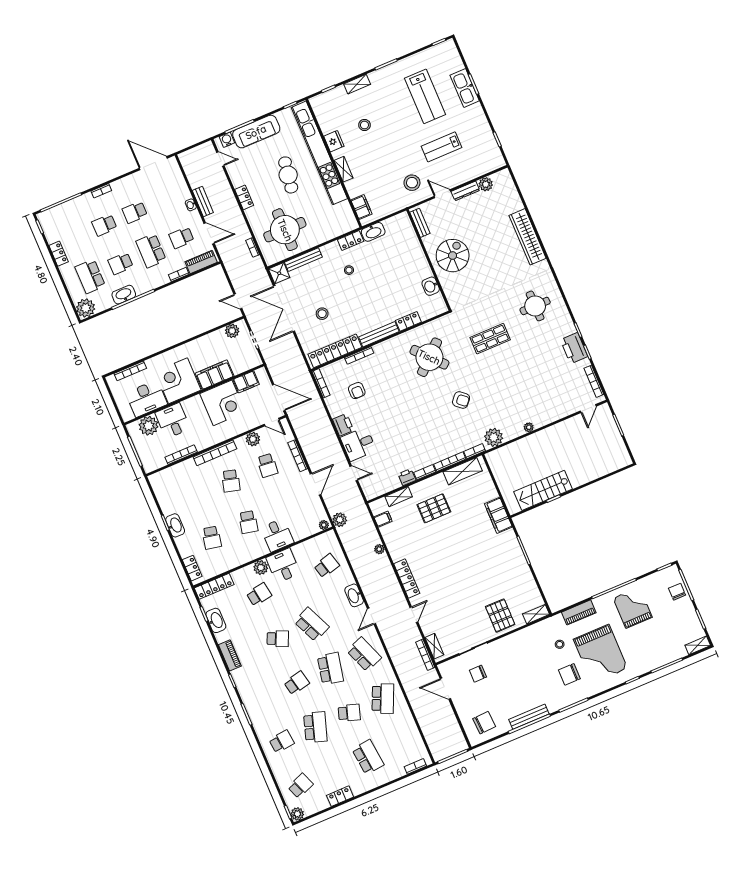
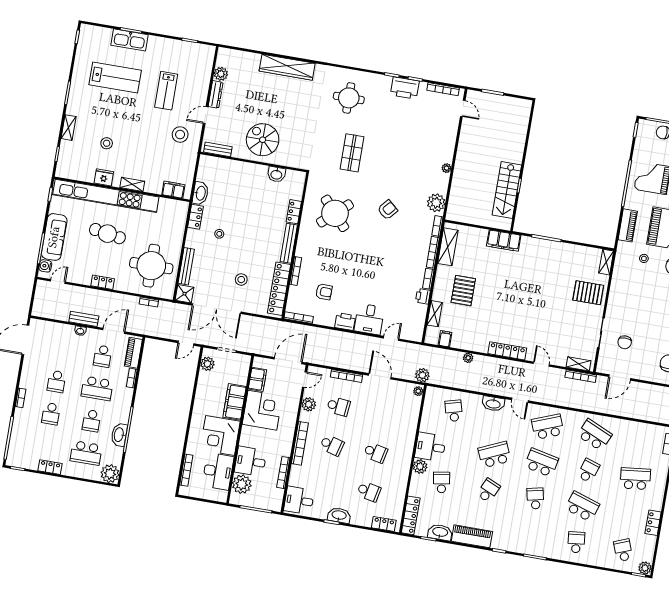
desk: (277, 535) -> (299, 500), moved, turned 180
piano: (230, 655) -> (472, 536), width x1.37, depth x1.33

